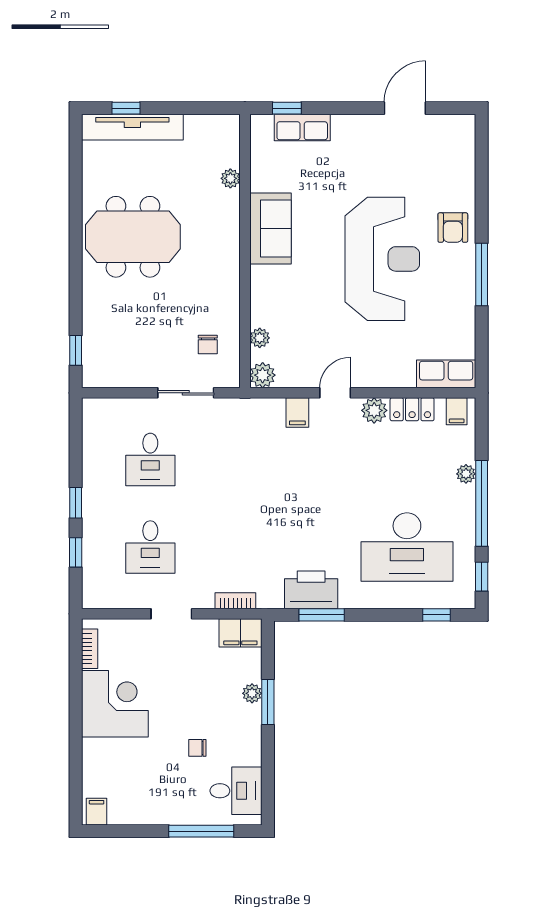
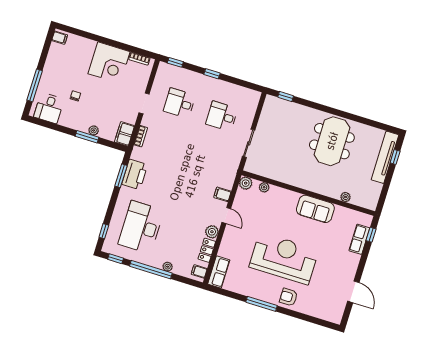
reception desk: (382, 259) -> (284, 258), turned 180
chair: (208, 345) -> (269, 161), removed
window: (76, 552) -> (175, 62), moved

